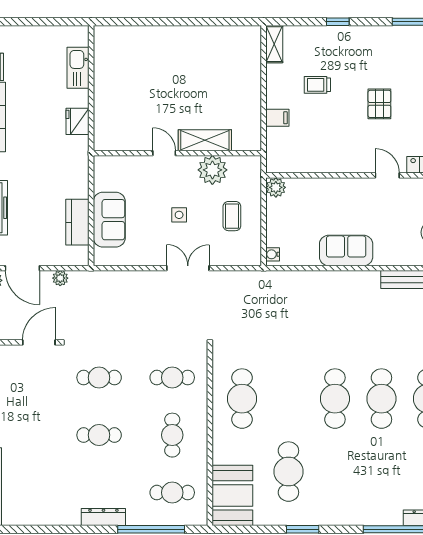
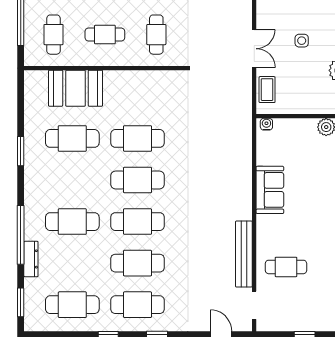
coffee table: (232, 216) -> (267, 90), moved, turned 90
cafe table: (242, 399) -> (138, 138), moved
cafe table: (381, 472) -> (72, 222), added
booth: (232, 495) -> (75, 88), moved

